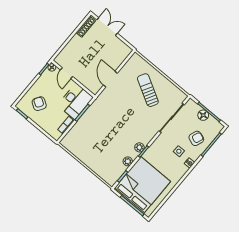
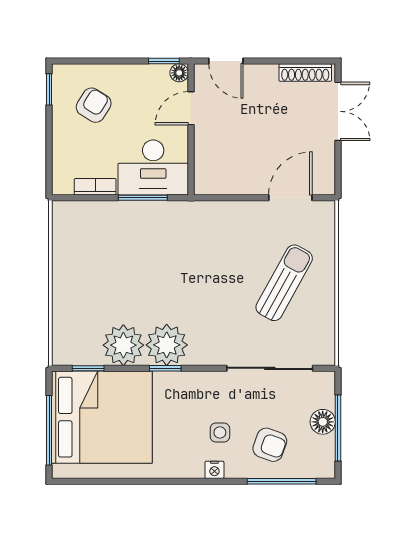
door: (61, 49) -> (226, 61), added
door: (110, 79) -> (290, 198), moved
plant: (139, 147) -> (167, 345), width x1.88, depth x1.88
plant: (128, 161) -> (123, 345), width x1.88, depth x1.88

